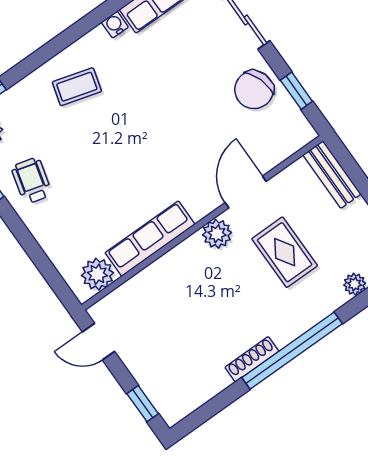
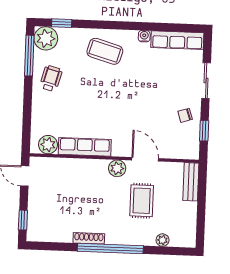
coffee table: (77, 87) -> (105, 51), width x1.36, depth x1.30
chair: (254, 90) -> (185, 115), width x0.54, depth x0.54
door: (246, 192) -> (145, 159), hinge flipped

